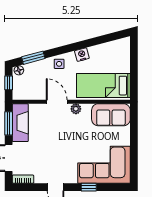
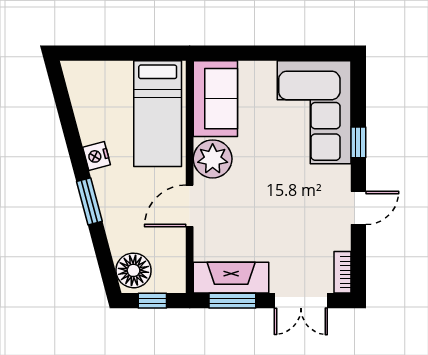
window: (33, 58) -> (89, 201), moved
side table: (59, 64) -> (115, 201), removed
floor lamp: (19, 70) -> (133, 270), width x1.89, depth x1.89
plant: (76, 109) -> (213, 159), width x1.88, depth x1.88

